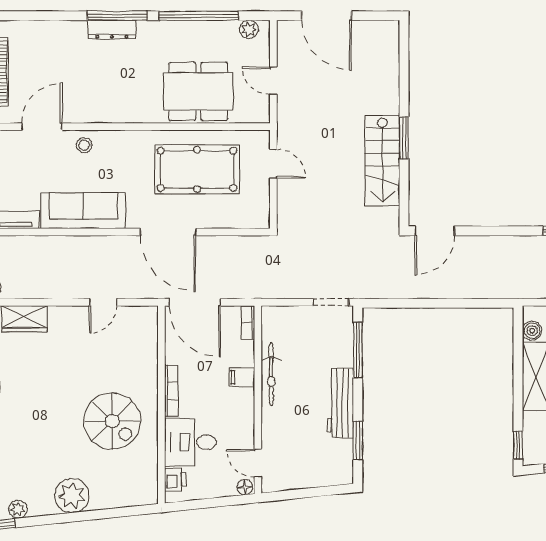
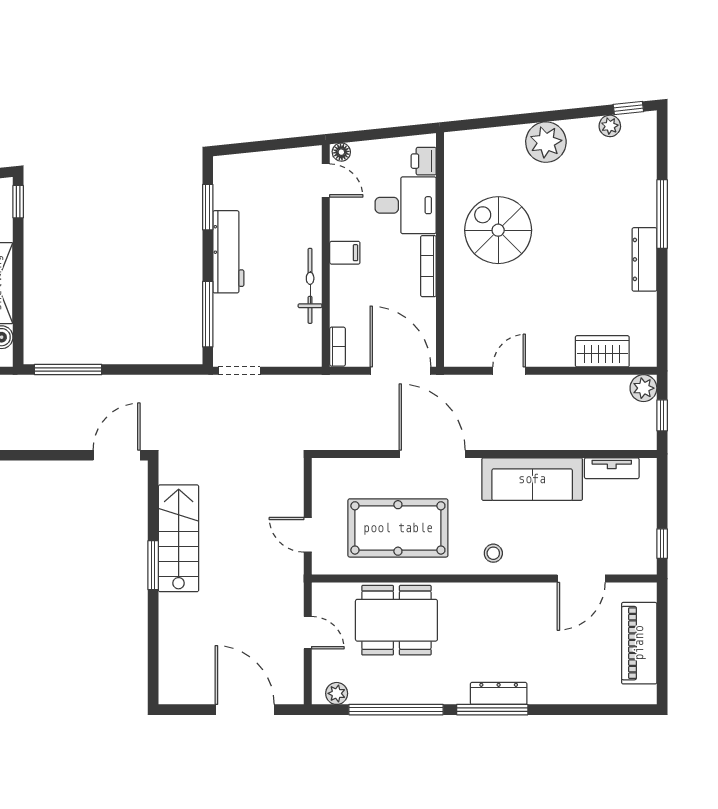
stool: (84, 145) -> (493, 553), moved
window: (476, 303) -> (68, 370), added
filing cabinet: (242, 377) -> (345, 253), moved

